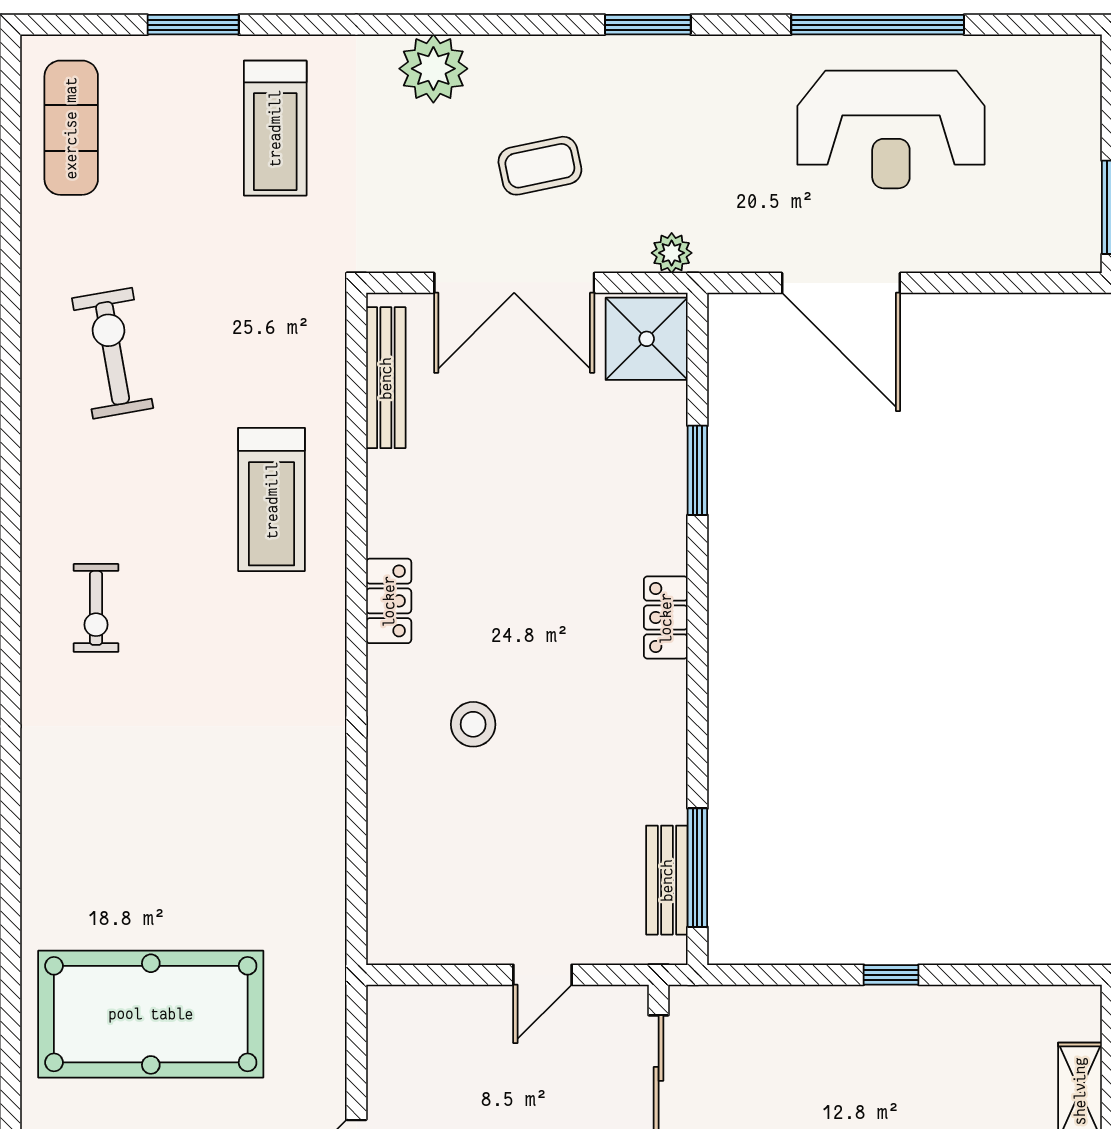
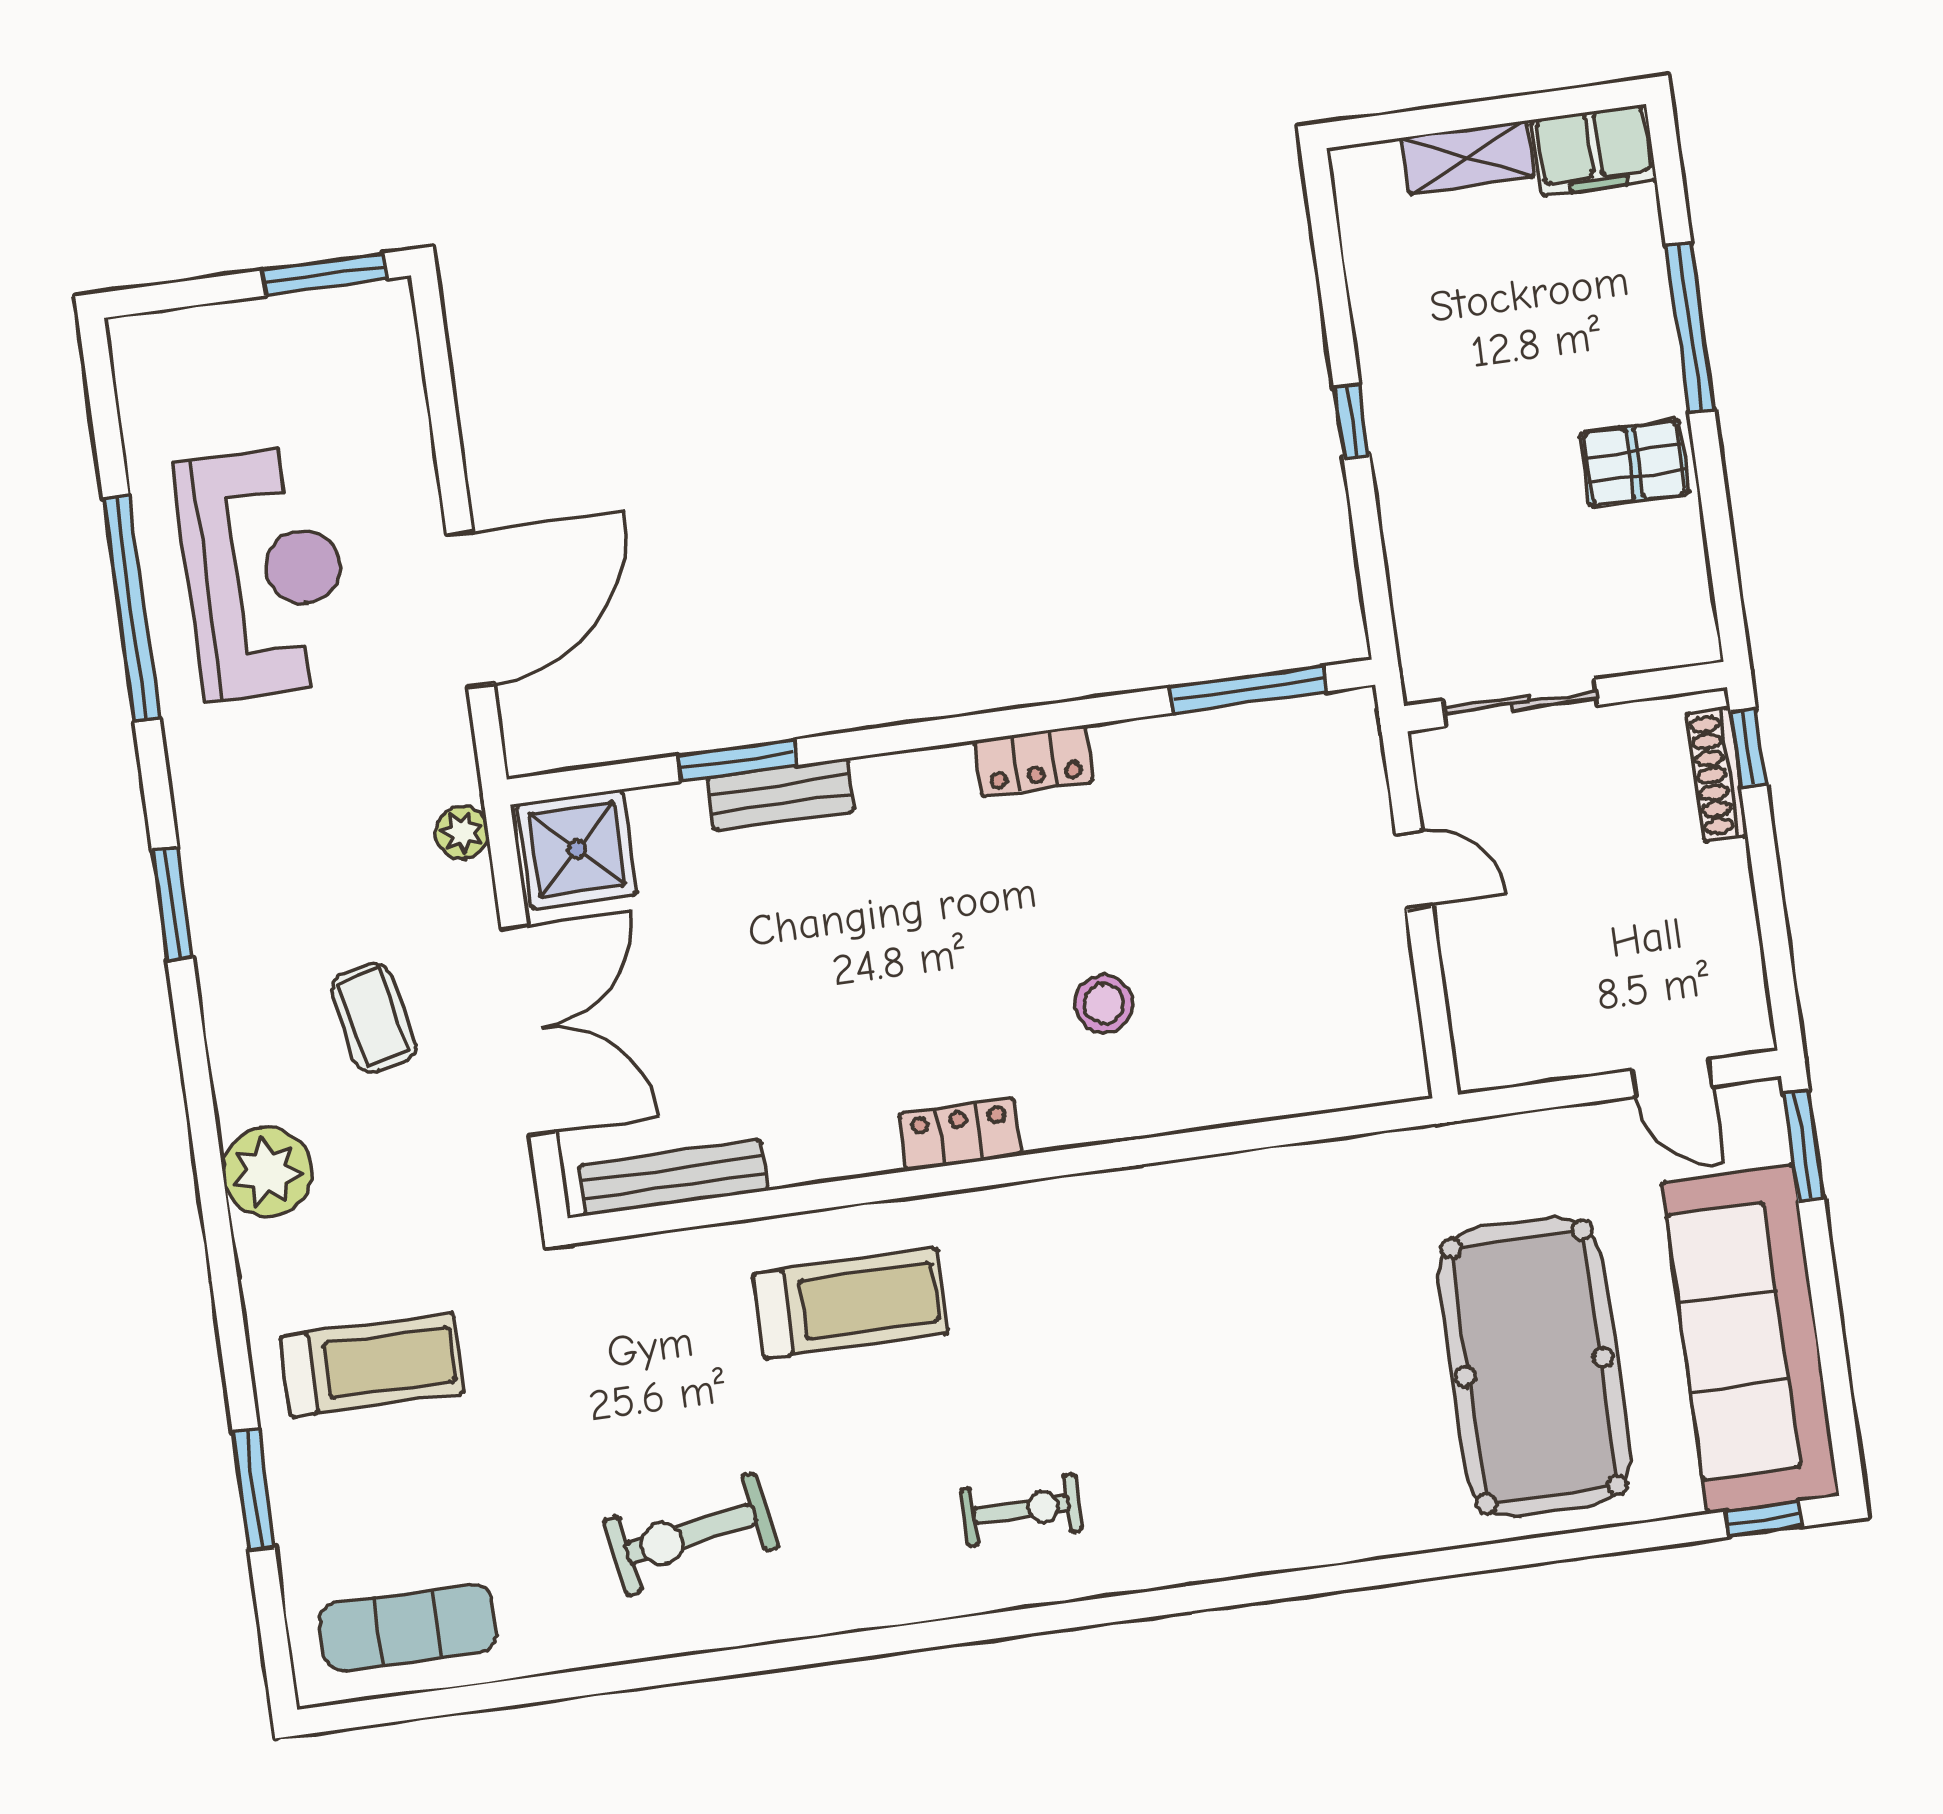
locker: (666, 618) -> (1034, 761), moved
bench: (667, 880) -> (781, 794), moved

